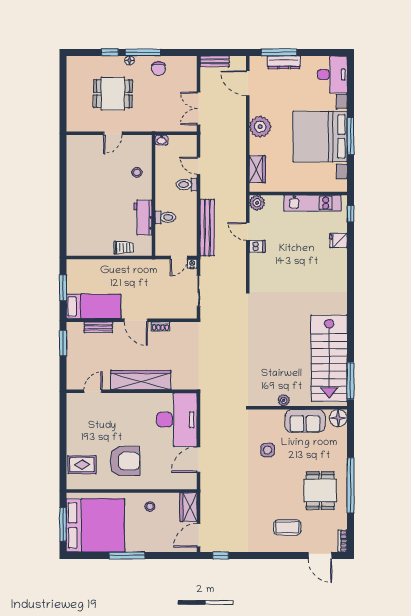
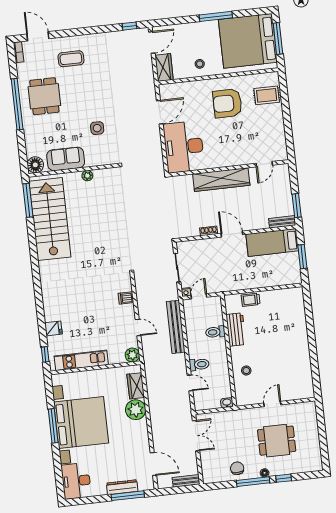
plant: (260, 127) -> (136, 410), moved
dishwasher: (257, 246) -> (126, 298), moved
bench: (98, 327) -> (282, 222), moved

